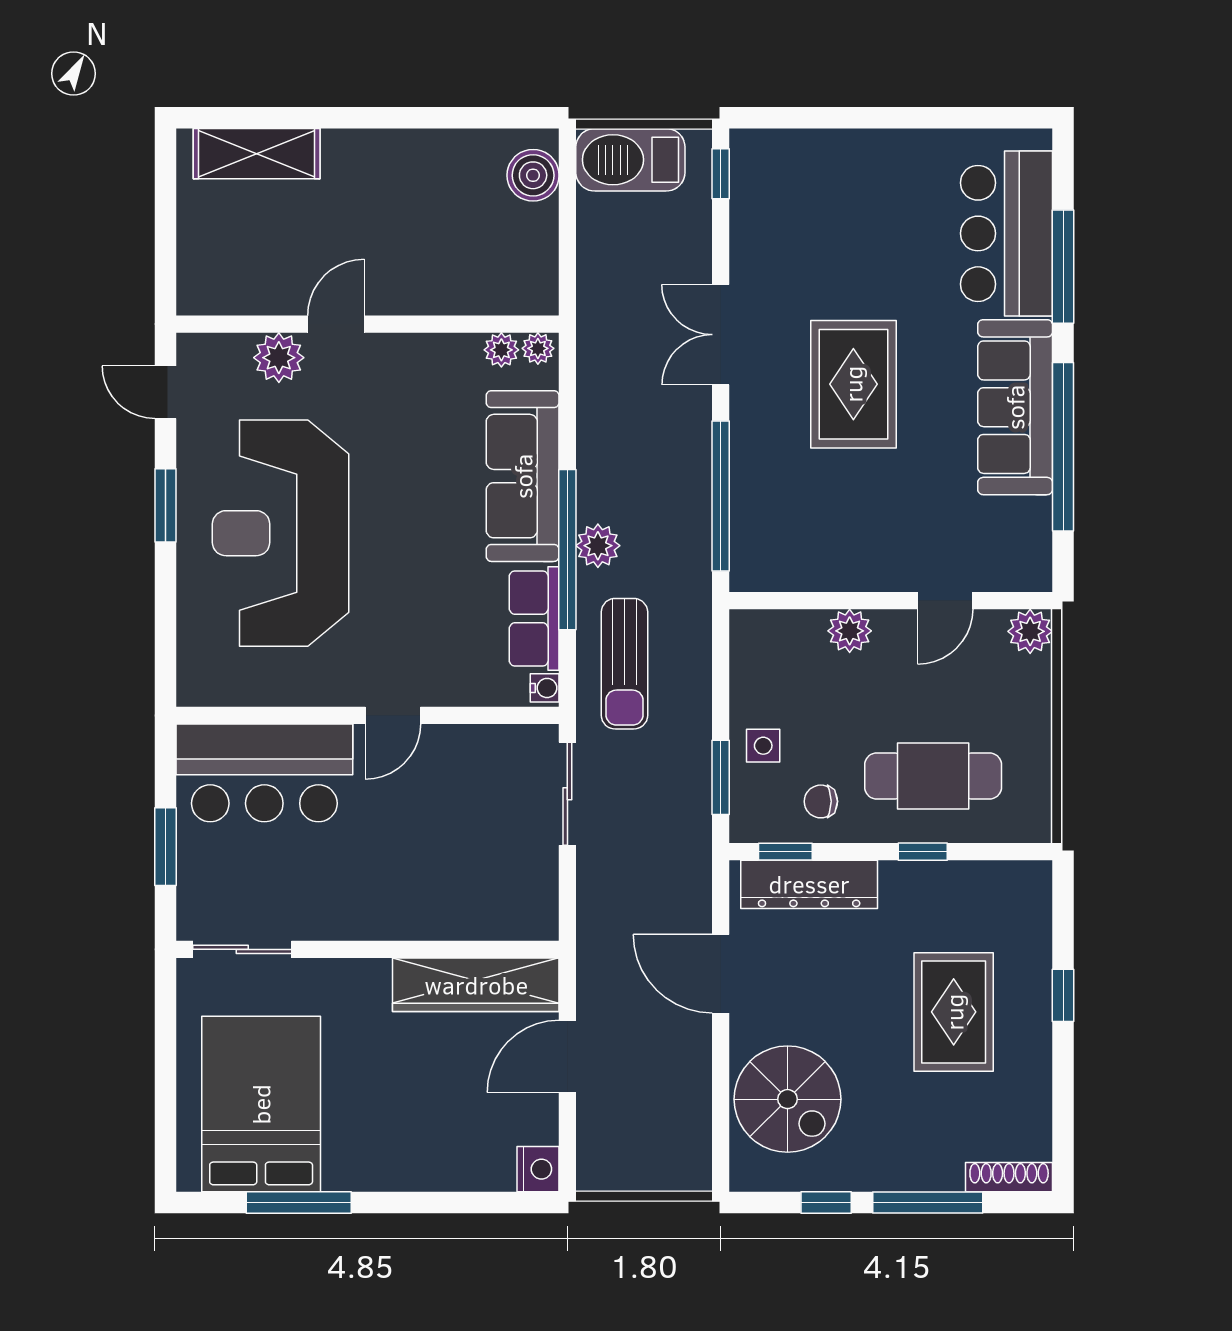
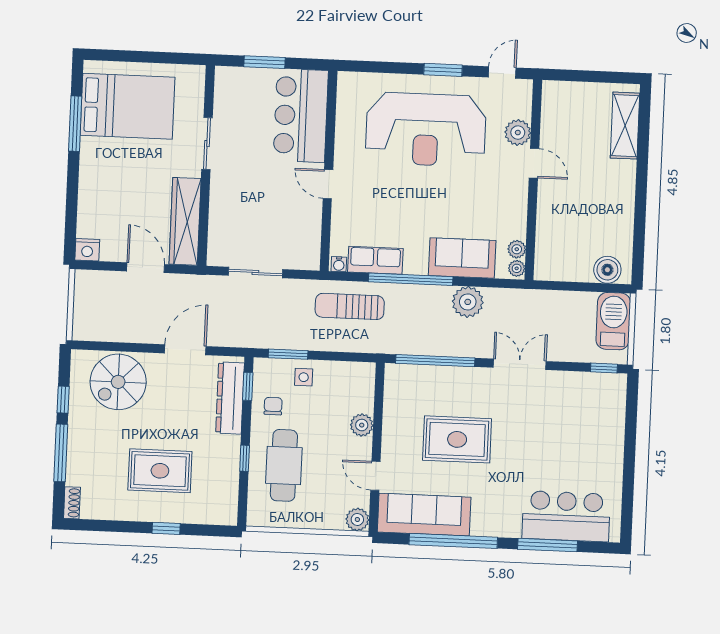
rug: (853, 384) -> (457, 439), moved
sofa: (1015, 407) -> (424, 515), moved
sofa: (523, 476) -> (462, 258), width x0.73
reception desk: (281, 533) -> (426, 129), turned 180
plant: (598, 546) -> (468, 302), moved, width x1.36, depth x1.36
sliding door: (567, 794) -> (255, 272), moved
sliding door: (242, 949) -> (207, 144), moved
shoe rack: (1009, 1177) -> (72, 503), width x0.70

